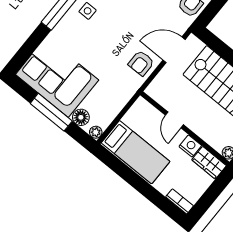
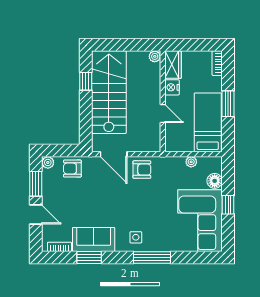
window: (51, 112) -> (228, 205), width x0.46
door: (174, 120) -> (163, 113), hinge flipped
plant: (96, 132) -> (191, 162), moved
window: (137, 182) -> (228, 104), added

